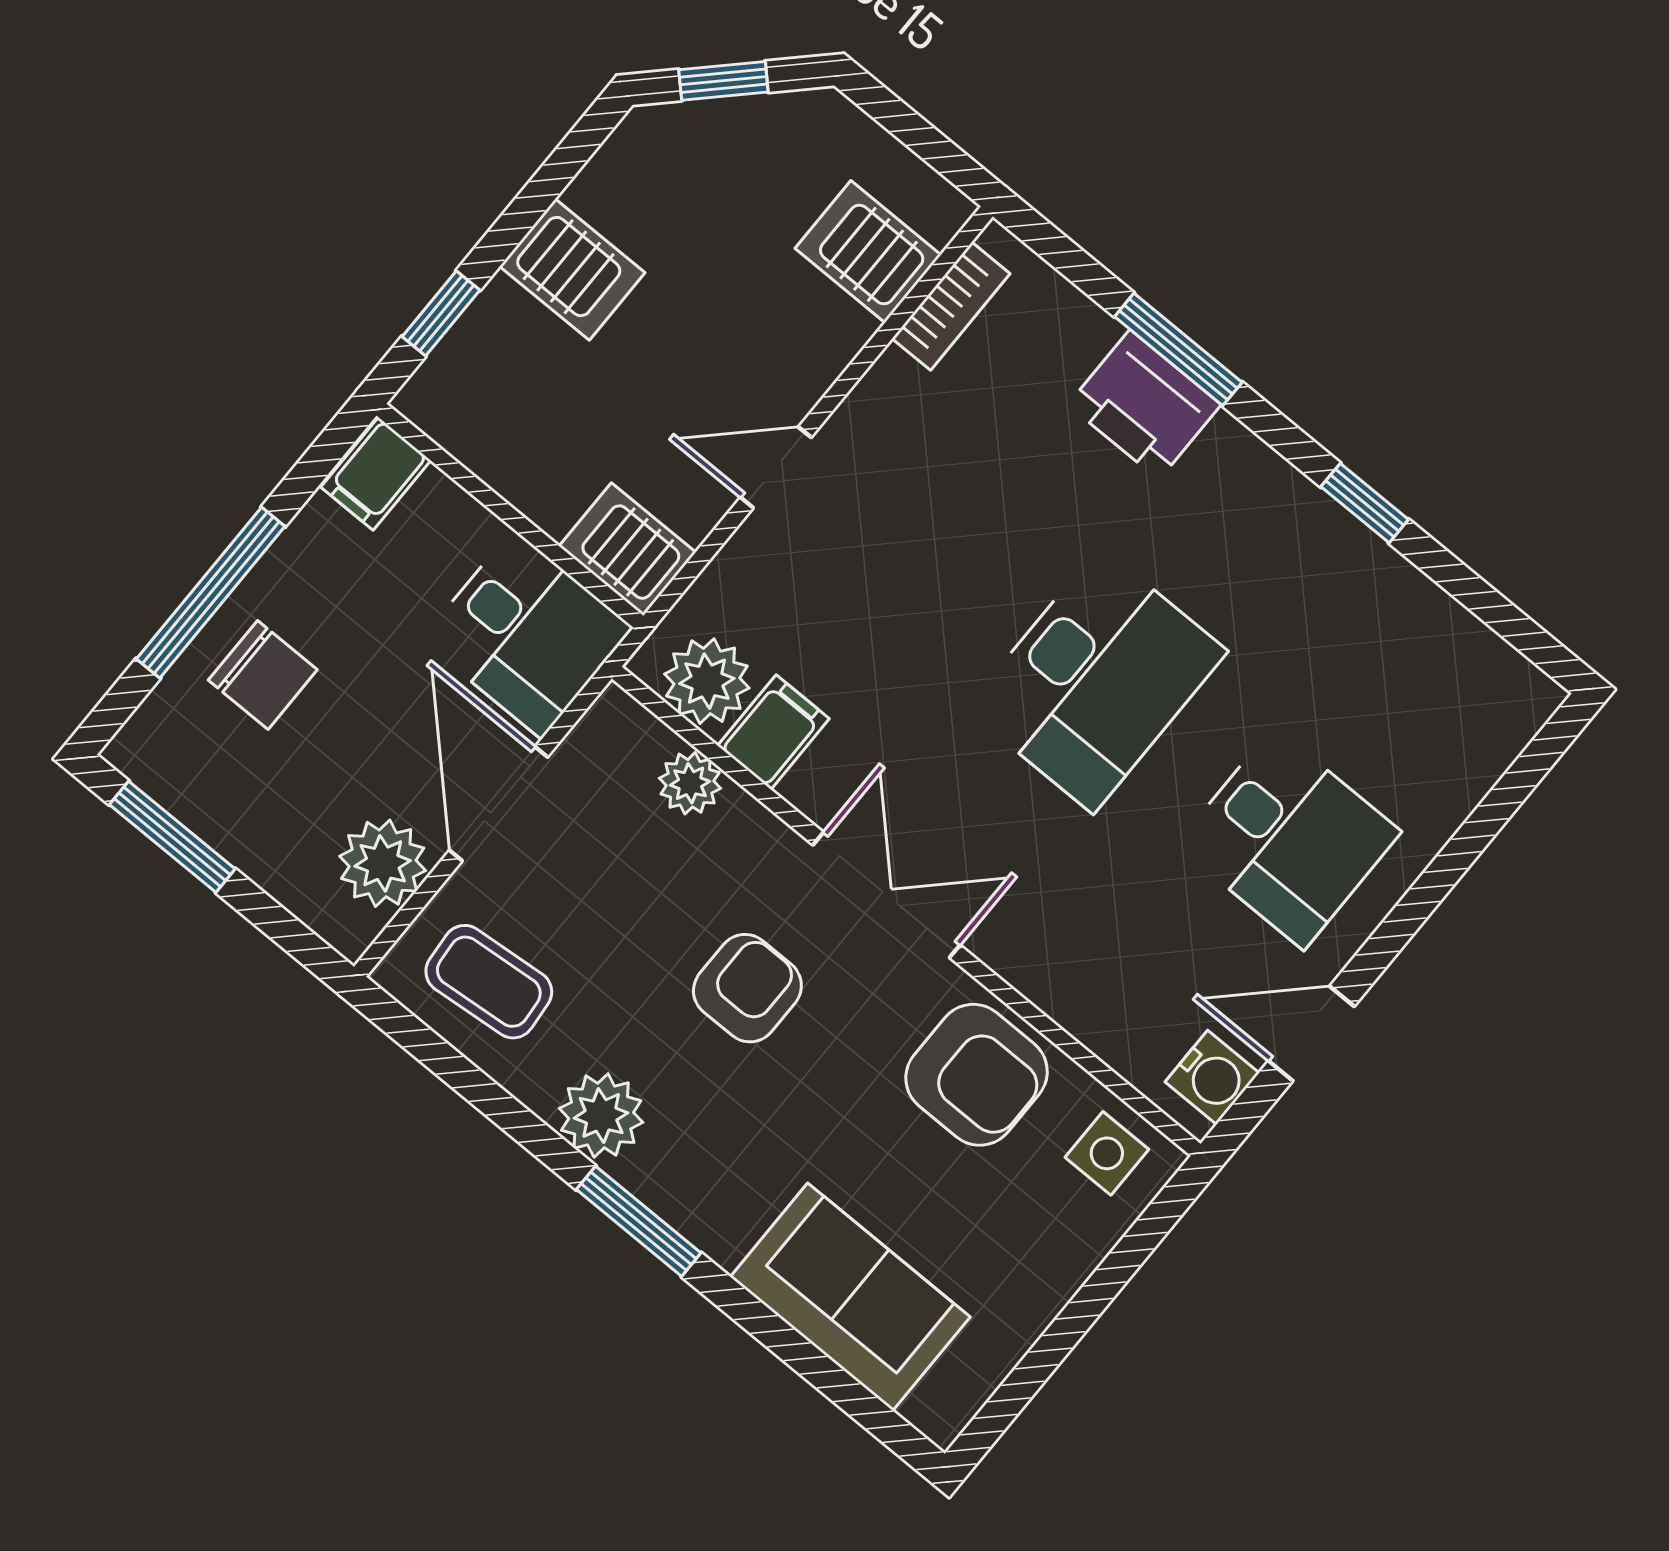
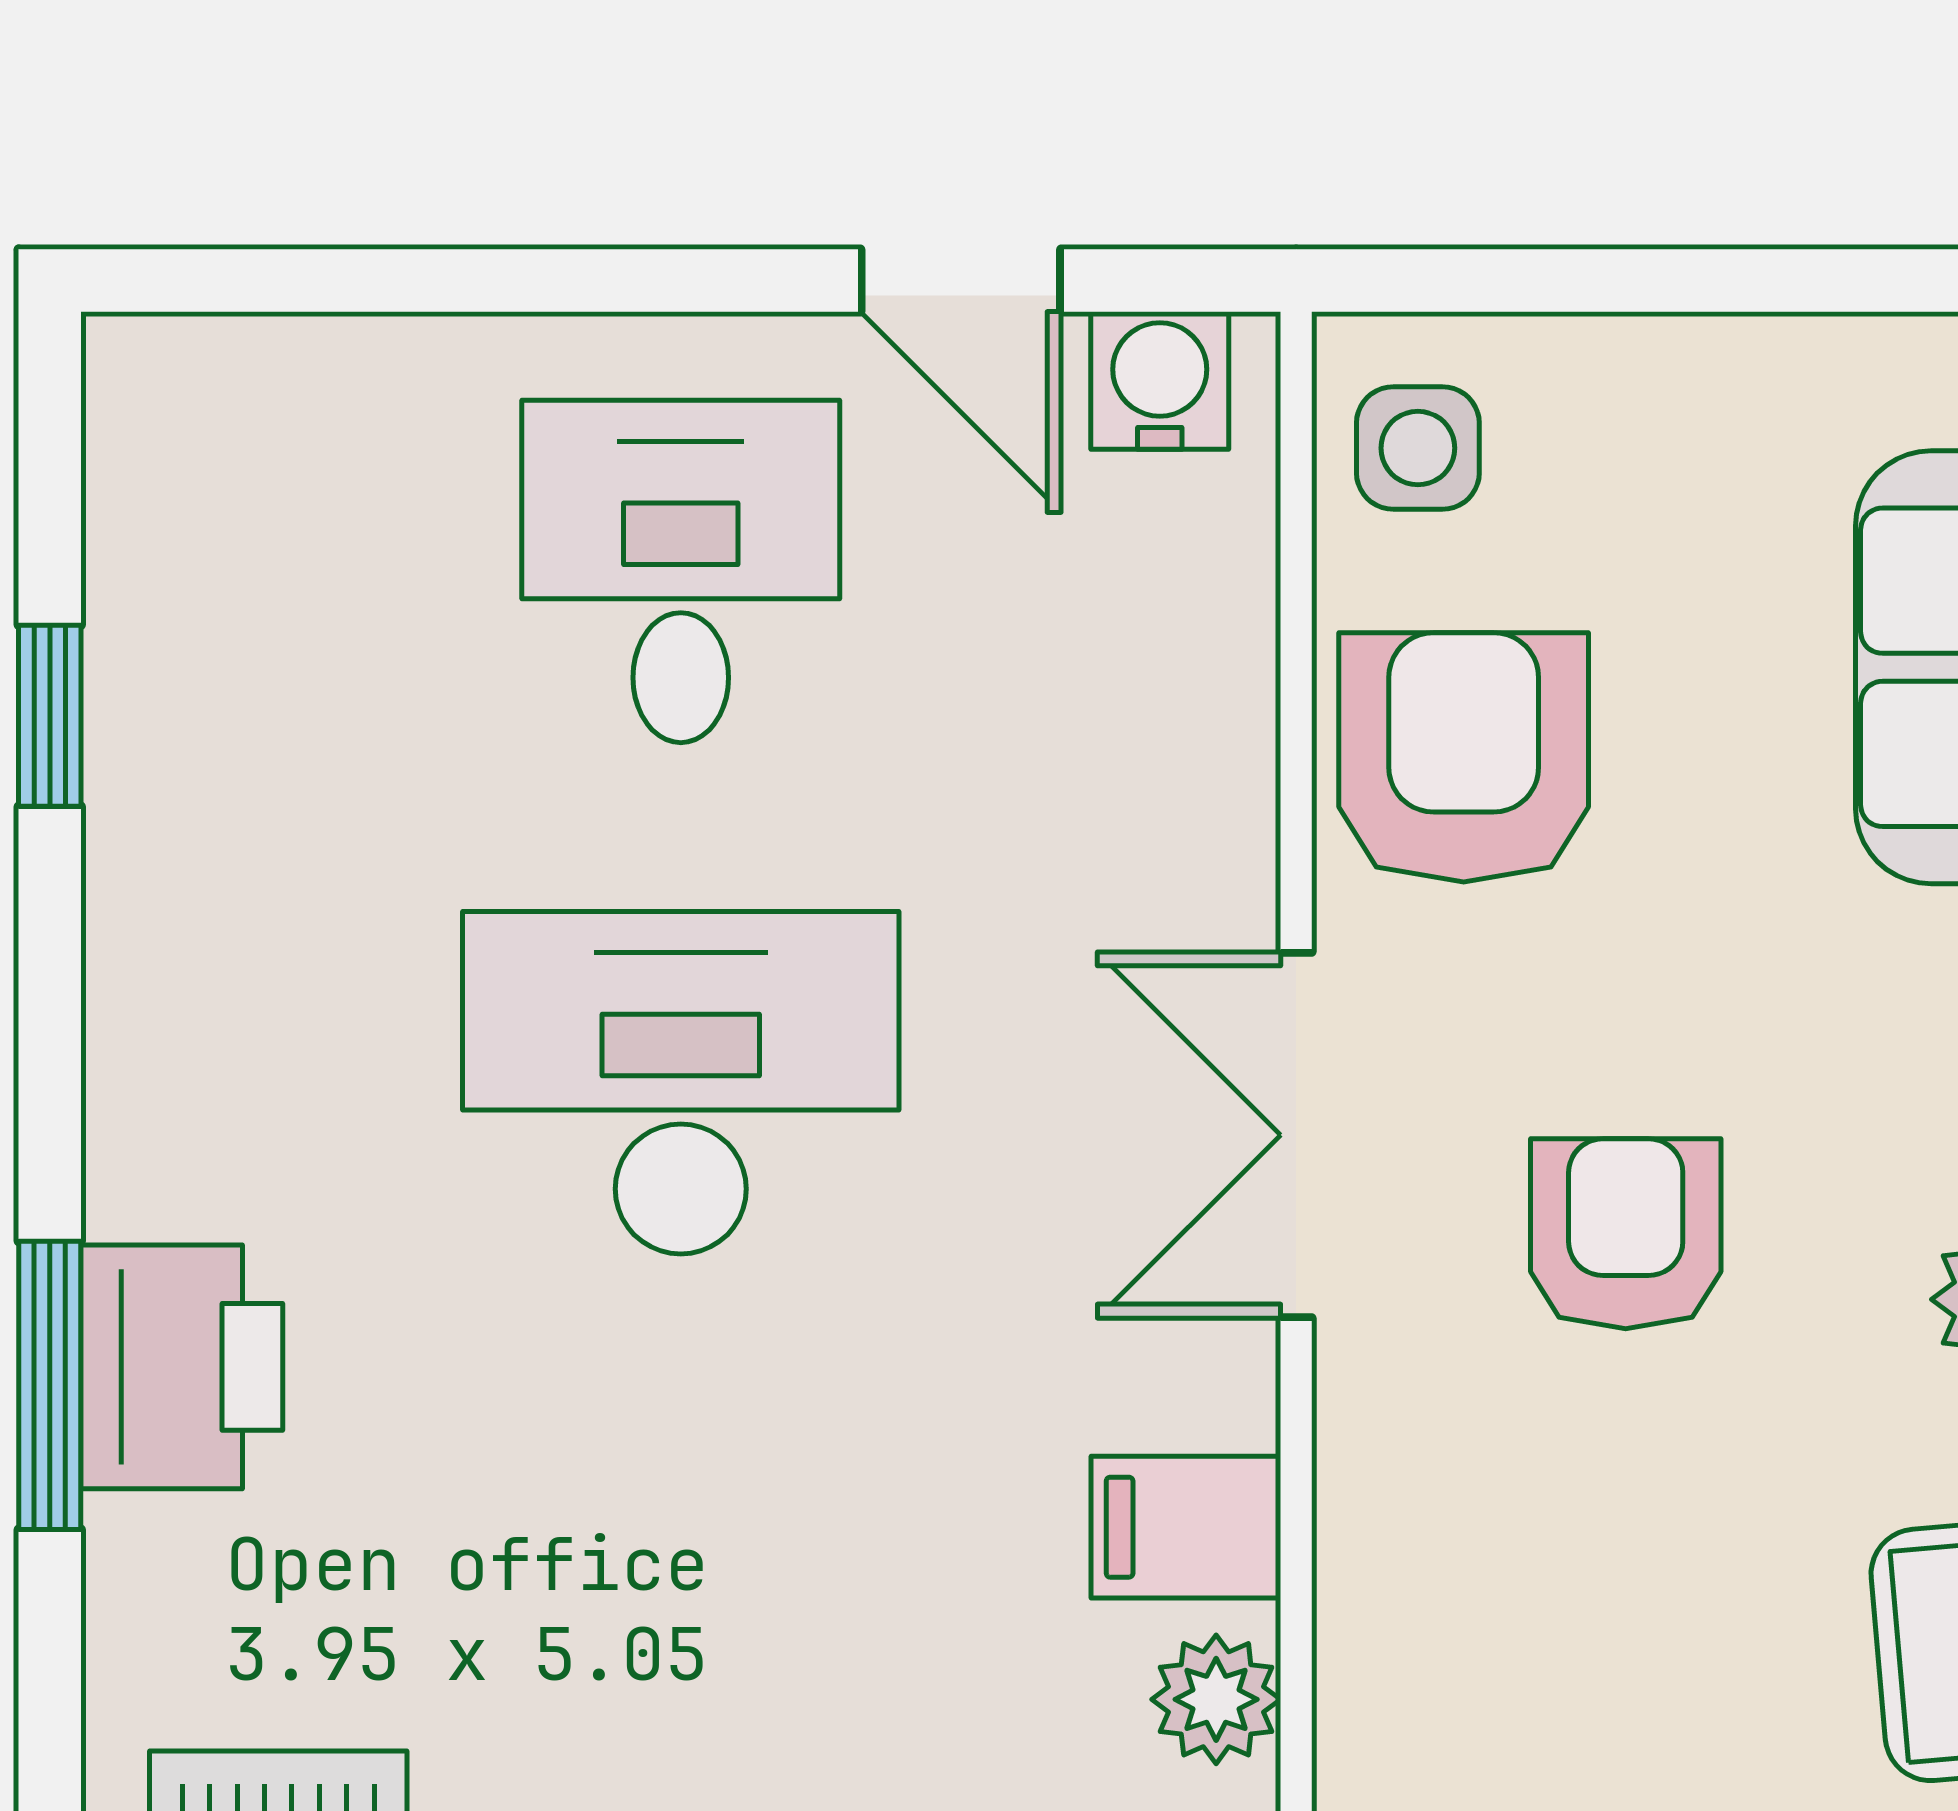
window: (1365, 503) -> (50, 716), moved
plant: (707, 681) -> (1216, 1699), width x0.73, depth x0.73
plant: (690, 783) -> (1376, 1593), removed
armchair: (747, 988) -> (1626, 1234), turned 90

